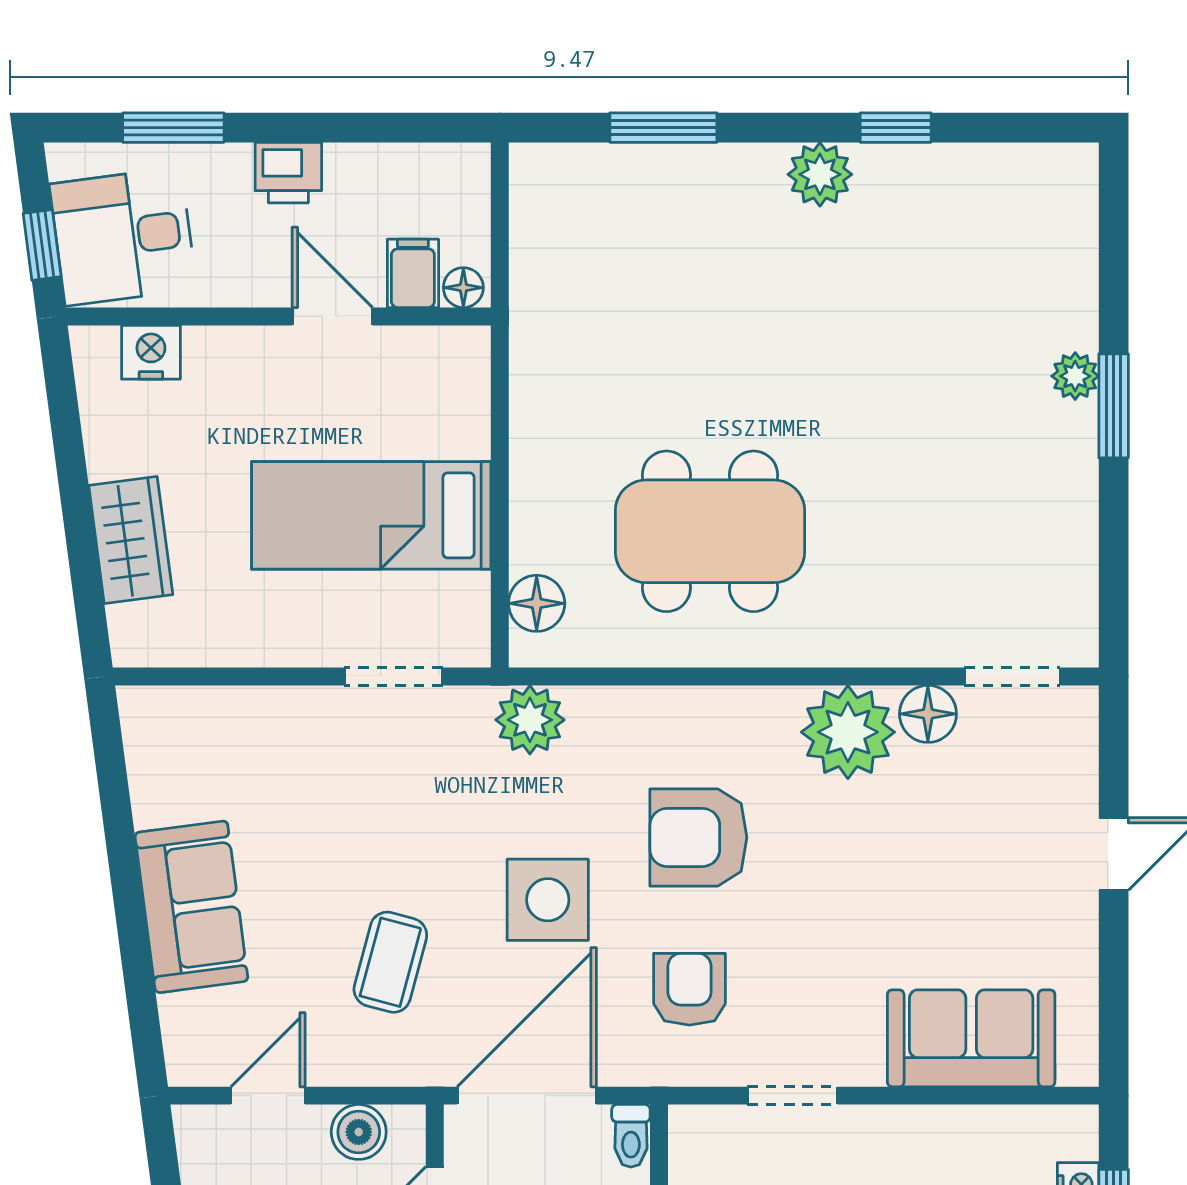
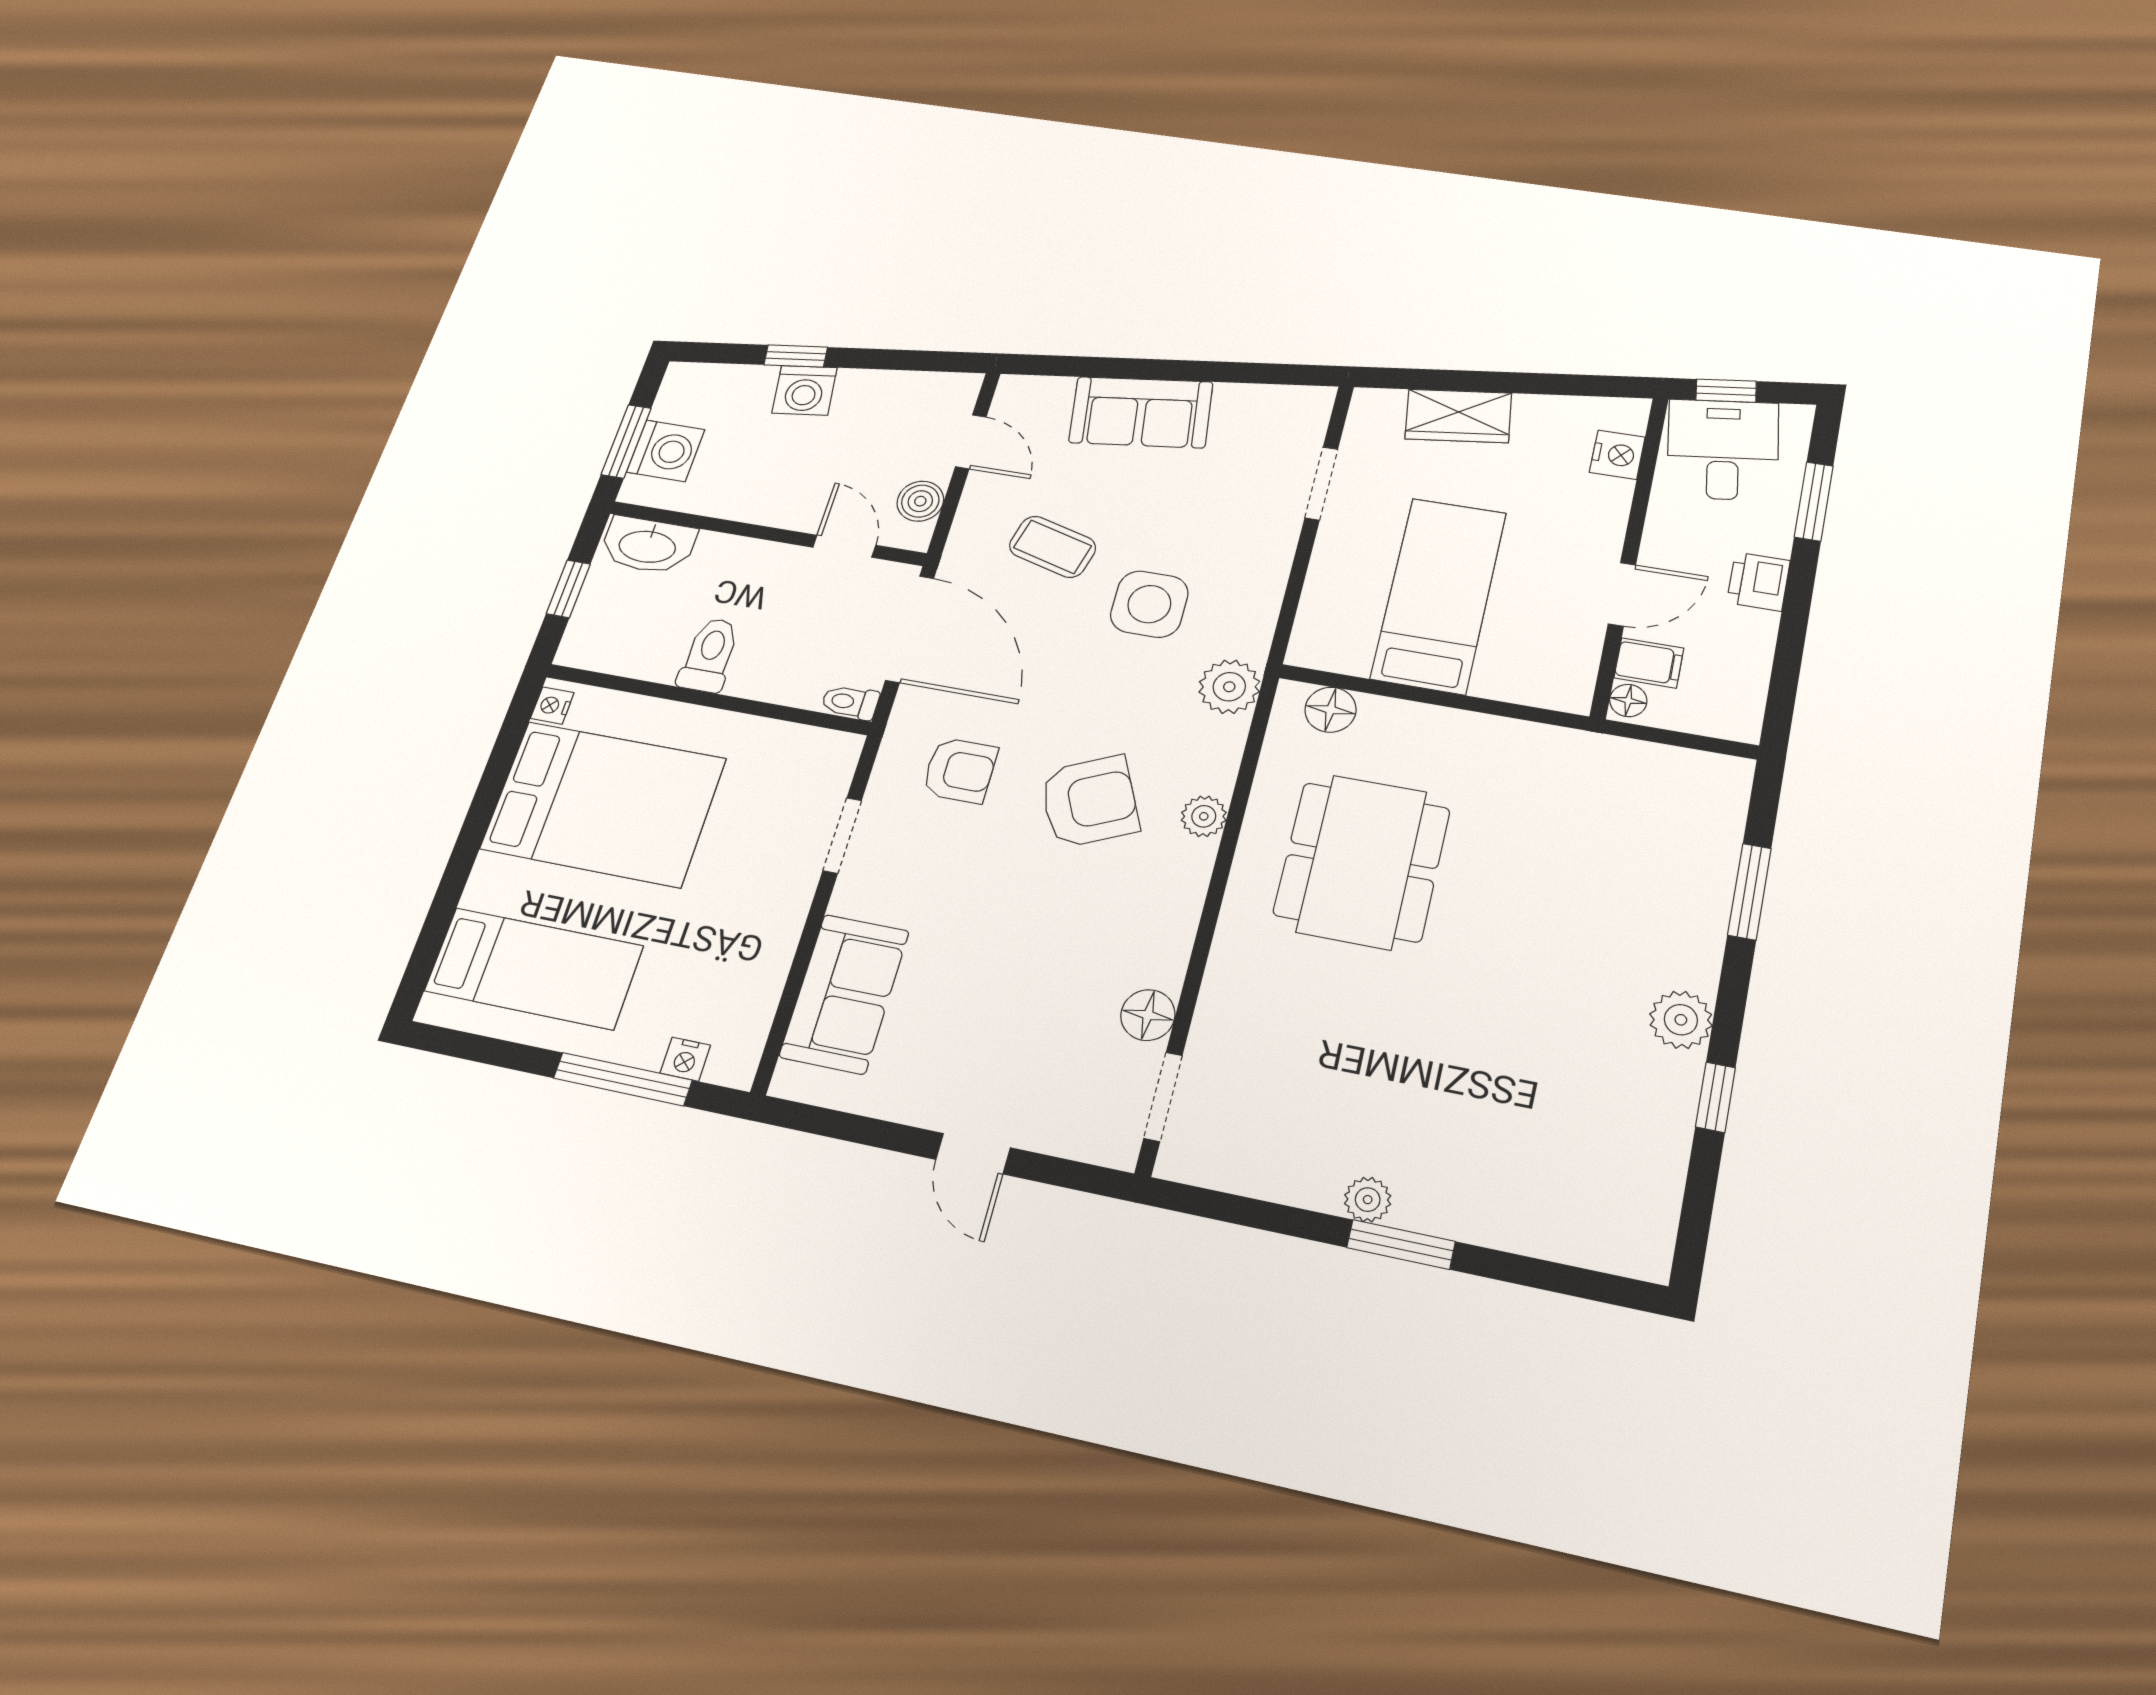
plant: (1075, 376) -> (1368, 1200), moved
doorway: (393, 676) -> (1321, 483), moved
plant: (848, 732) -> (1204, 816), moved, width x0.53, depth x0.53
armchair: (698, 837) -> (1090, 802), turned 65
side table: (548, 900) -> (1149, 604), moved

